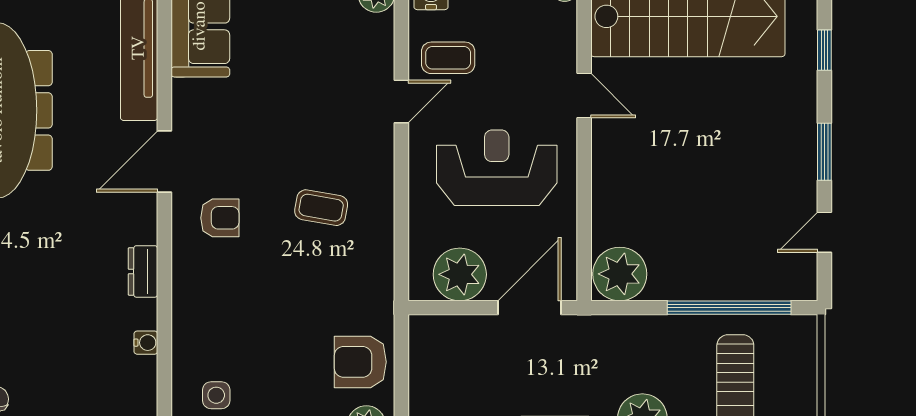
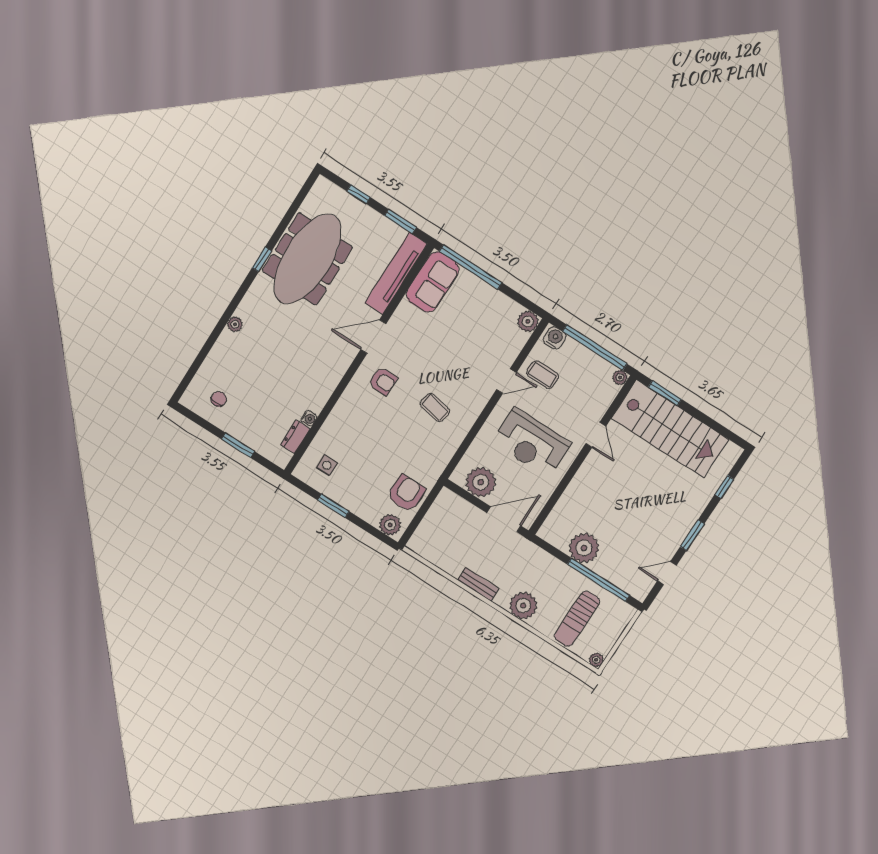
reception desk: (497, 168) -> (531, 443), turned 180
dresser: (143, 271) -> (295, 437), moved
plant: (620, 274) -> (584, 548), moved
armchair: (360, 362) -> (406, 493), turned 90

